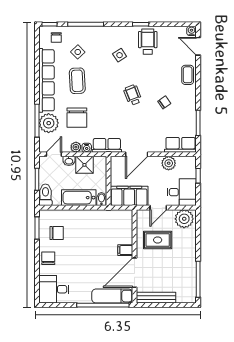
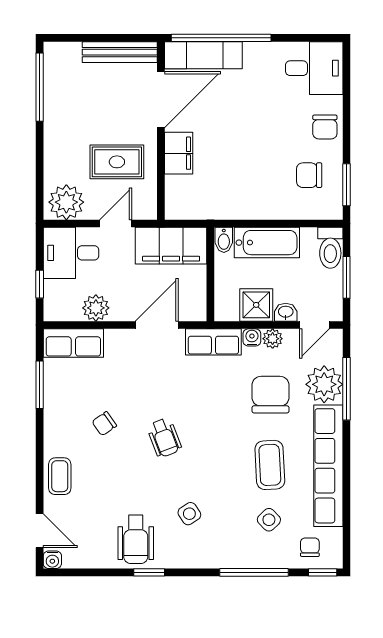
filing cabinet: (125, 250) -> (179, 153), width x2.00

